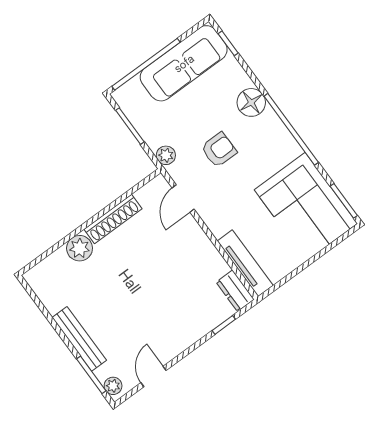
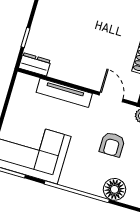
tv unit: (245, 263) -> (64, 93), moved

